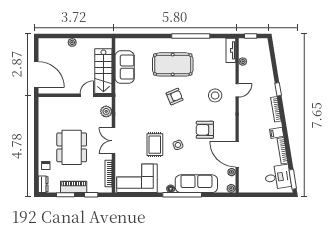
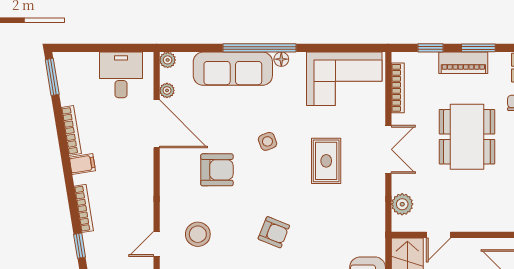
armchair: (175, 97) -> (274, 232), turned -135
rug: (155, 145) -> (326, 161), moved
desk: (278, 177) -> (121, 75), moved, turned 99

